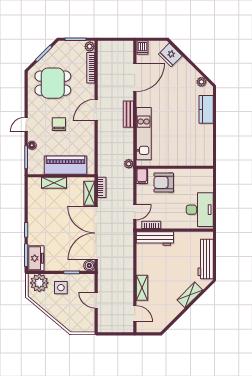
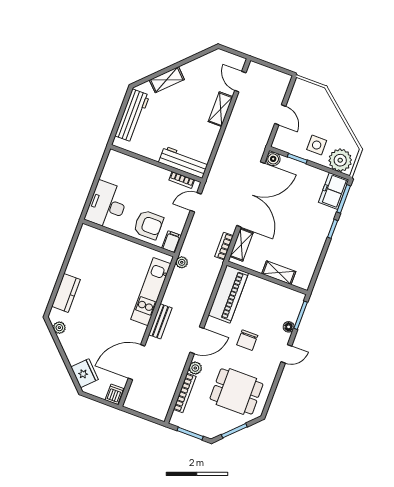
plant: (90, 46) -> (195, 368), moved
piano: (66, 165) -> (228, 294), moved, turned -90
desk: (200, 210) -> (107, 205), moved

